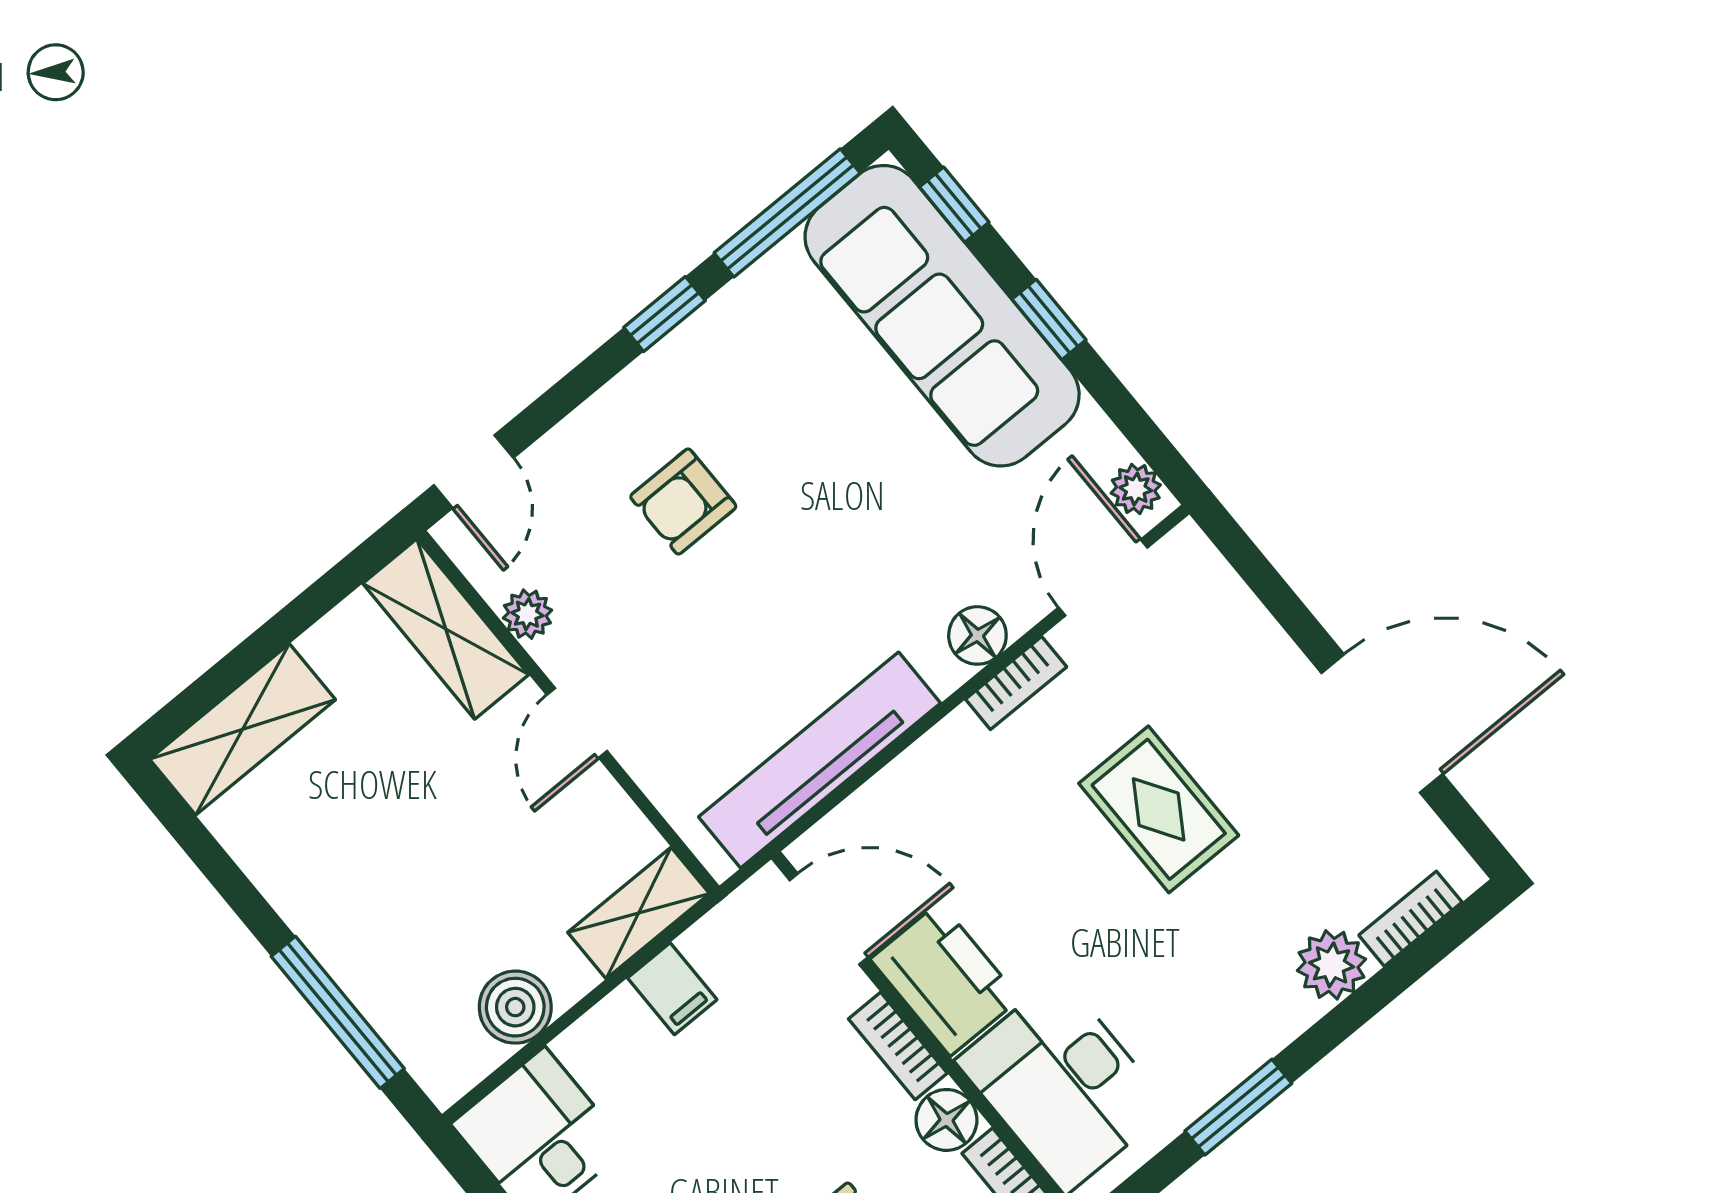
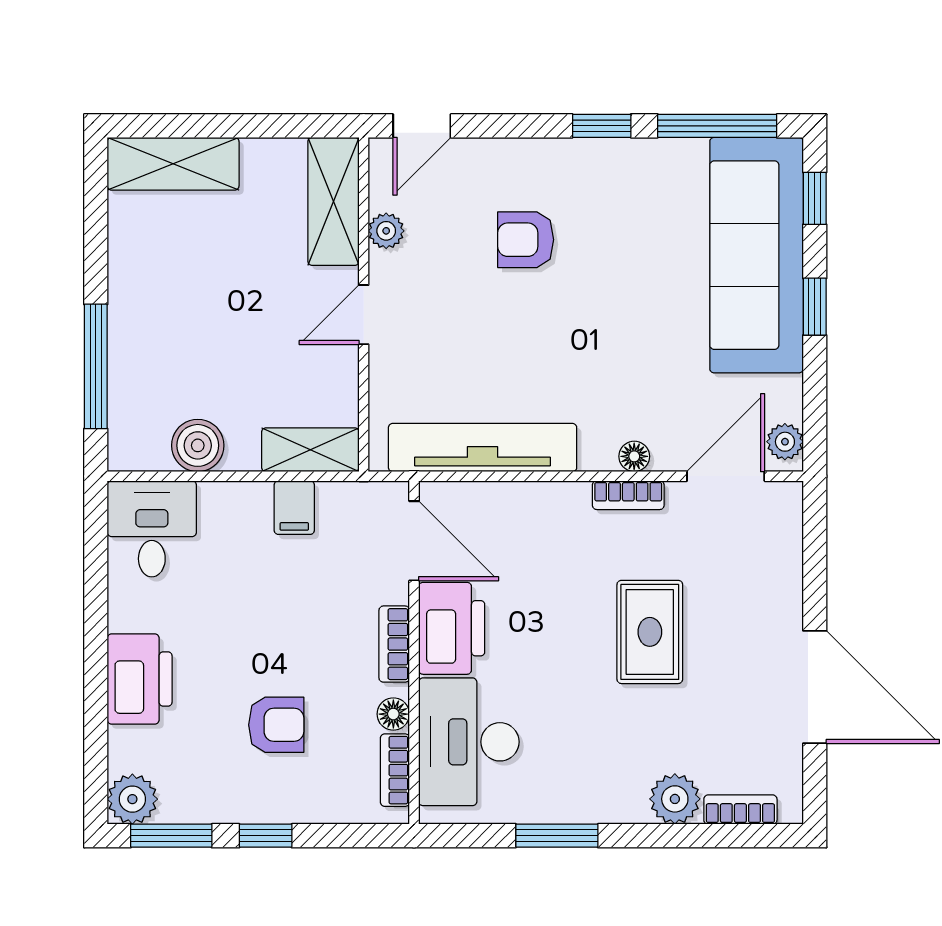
floor lamp: (977, 635) -> (634, 456), width x0.73, depth x0.73
floor lamp: (946, 1120) -> (393, 714), width x0.73, depth x0.73

